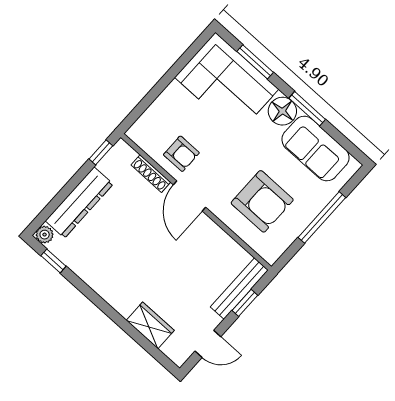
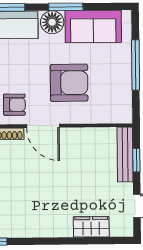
armchair: (262, 201) -> (69, 83), moved

